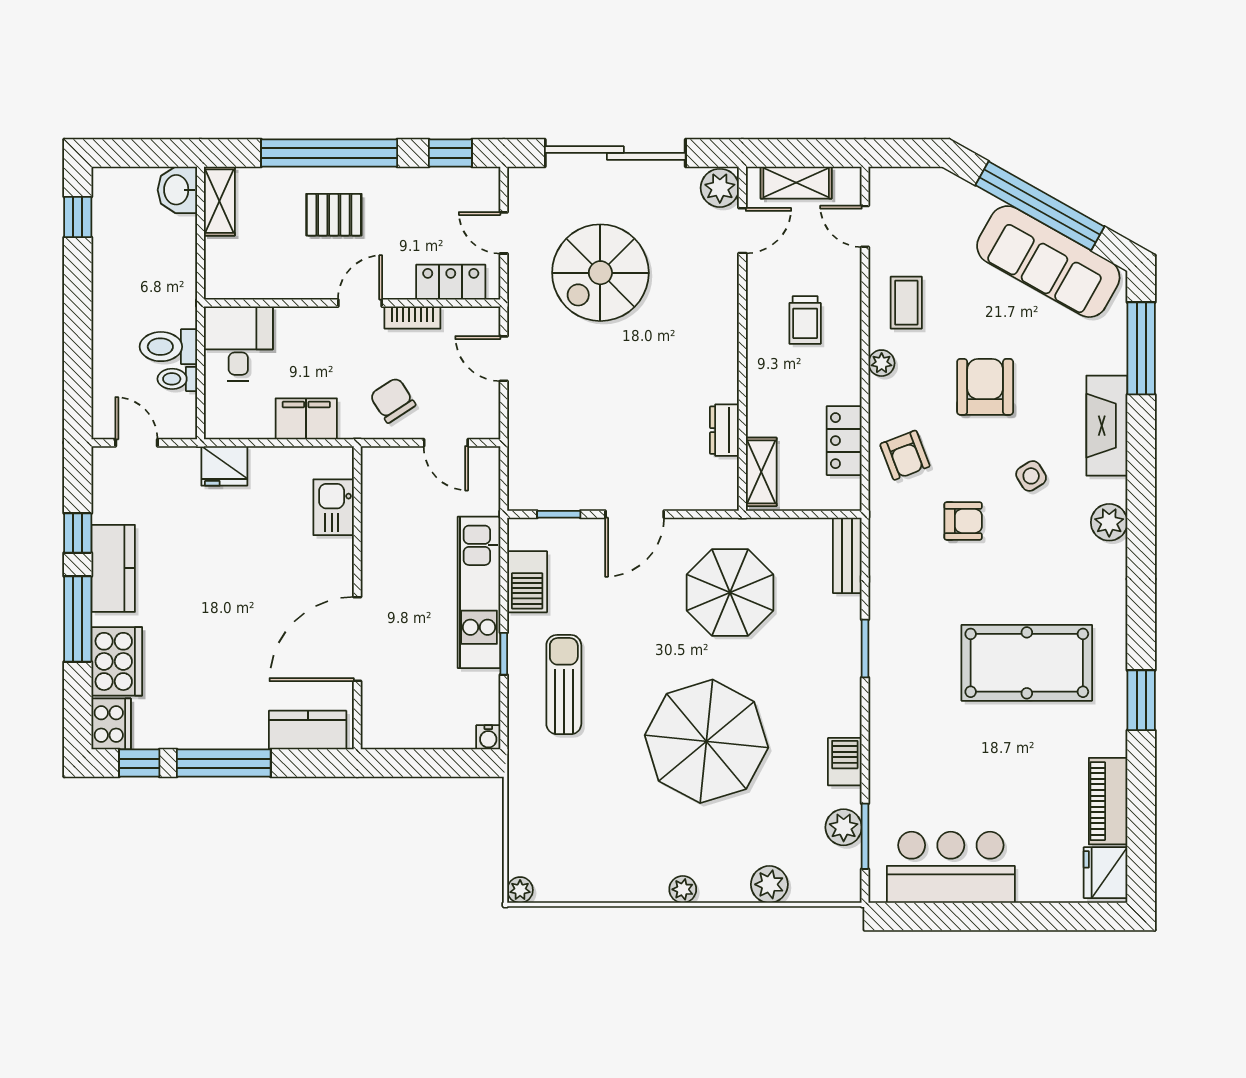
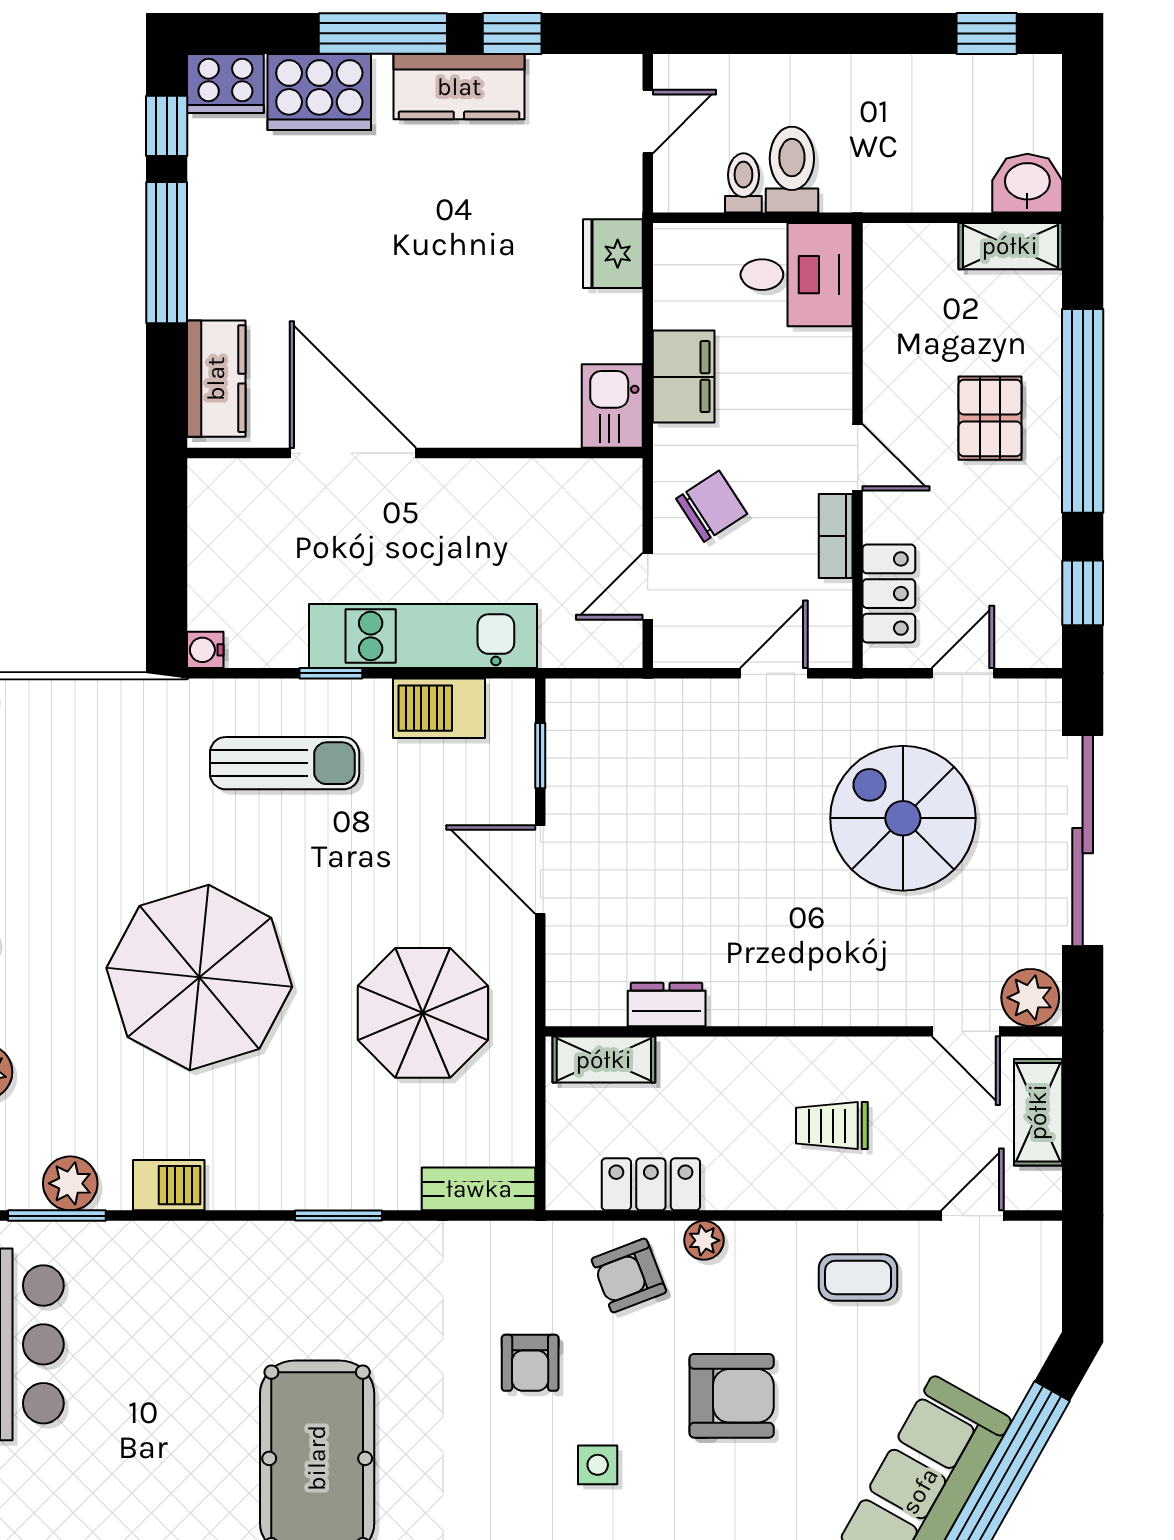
plant: (882, 363) -> (704, 1240), moved
side table: (1031, 476) -> (598, 1465), turned 32
kitchen sink: (334, 507) -> (612, 406), moved, turned -90

